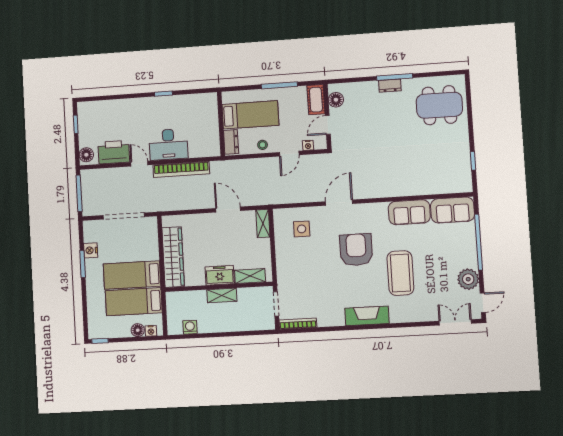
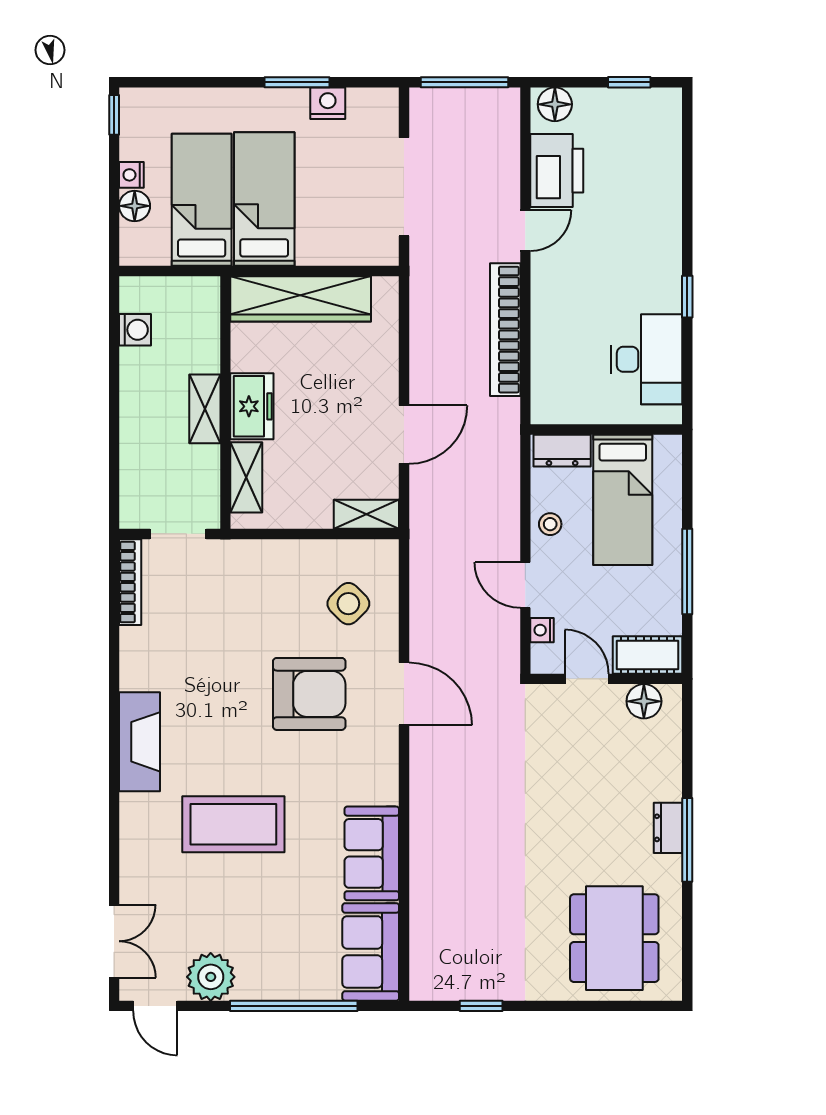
desk: (168, 145) -> (647, 359), moved, turned 180
side table: (302, 229) -> (348, 604), turned 45
armchair: (356, 250) -> (309, 694), moved
nightstand: (151, 331) -> (131, 175), moved

